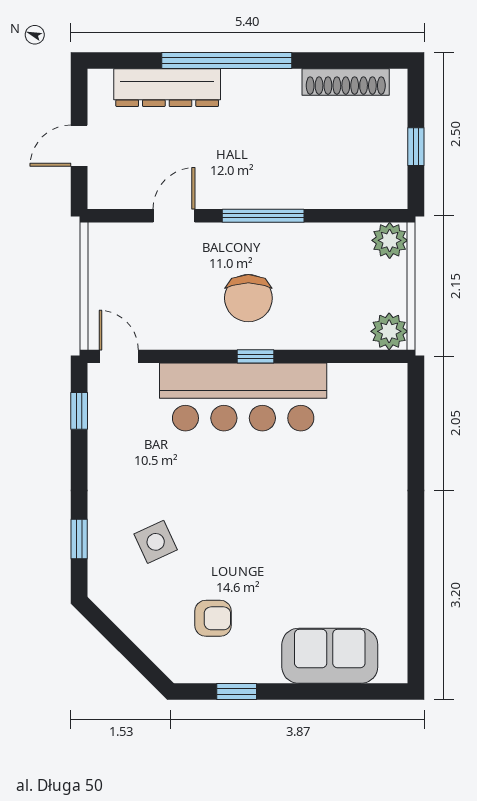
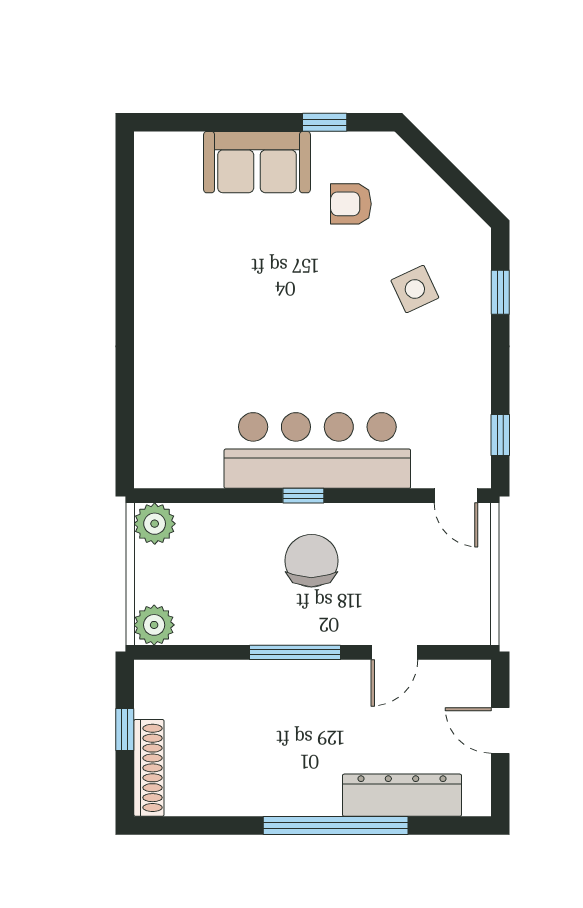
shoe rack: (346, 82) -> (149, 768), moved, turned 90
door: (79, 146) -> (500, 730), swing flipped
sofa: (330, 656) -> (257, 162), moved

